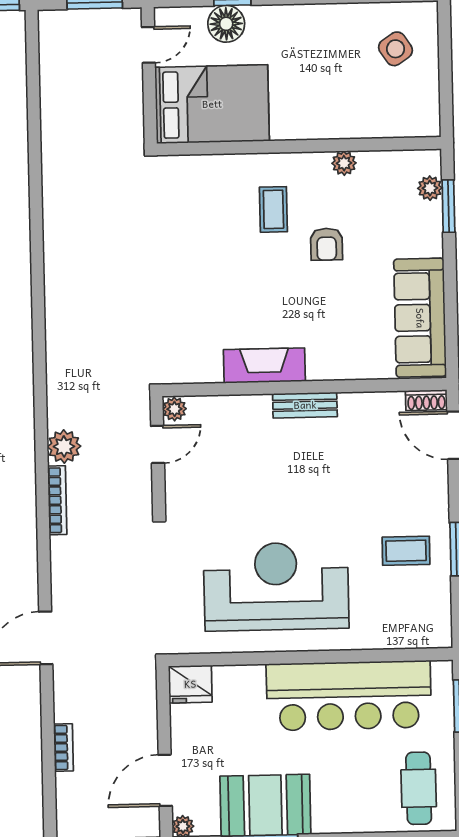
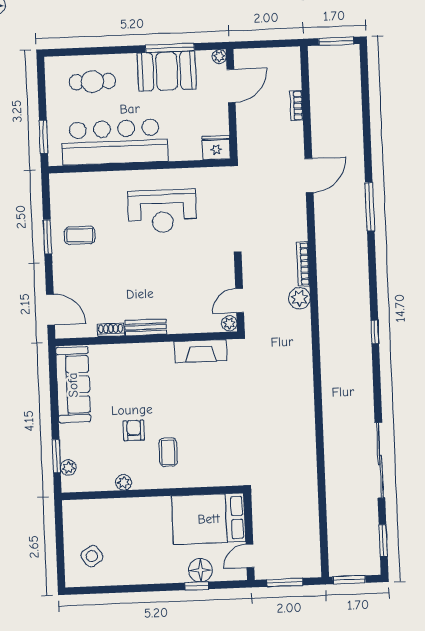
fireplace: (264, 365) -> (201, 351), moved
shoe rack: (426, 400) -> (111, 330), moved
reception desk: (276, 586) -> (162, 211), width x0.74, depth x0.77
cafe table: (419, 788) -> (92, 82), moved, turned 90

